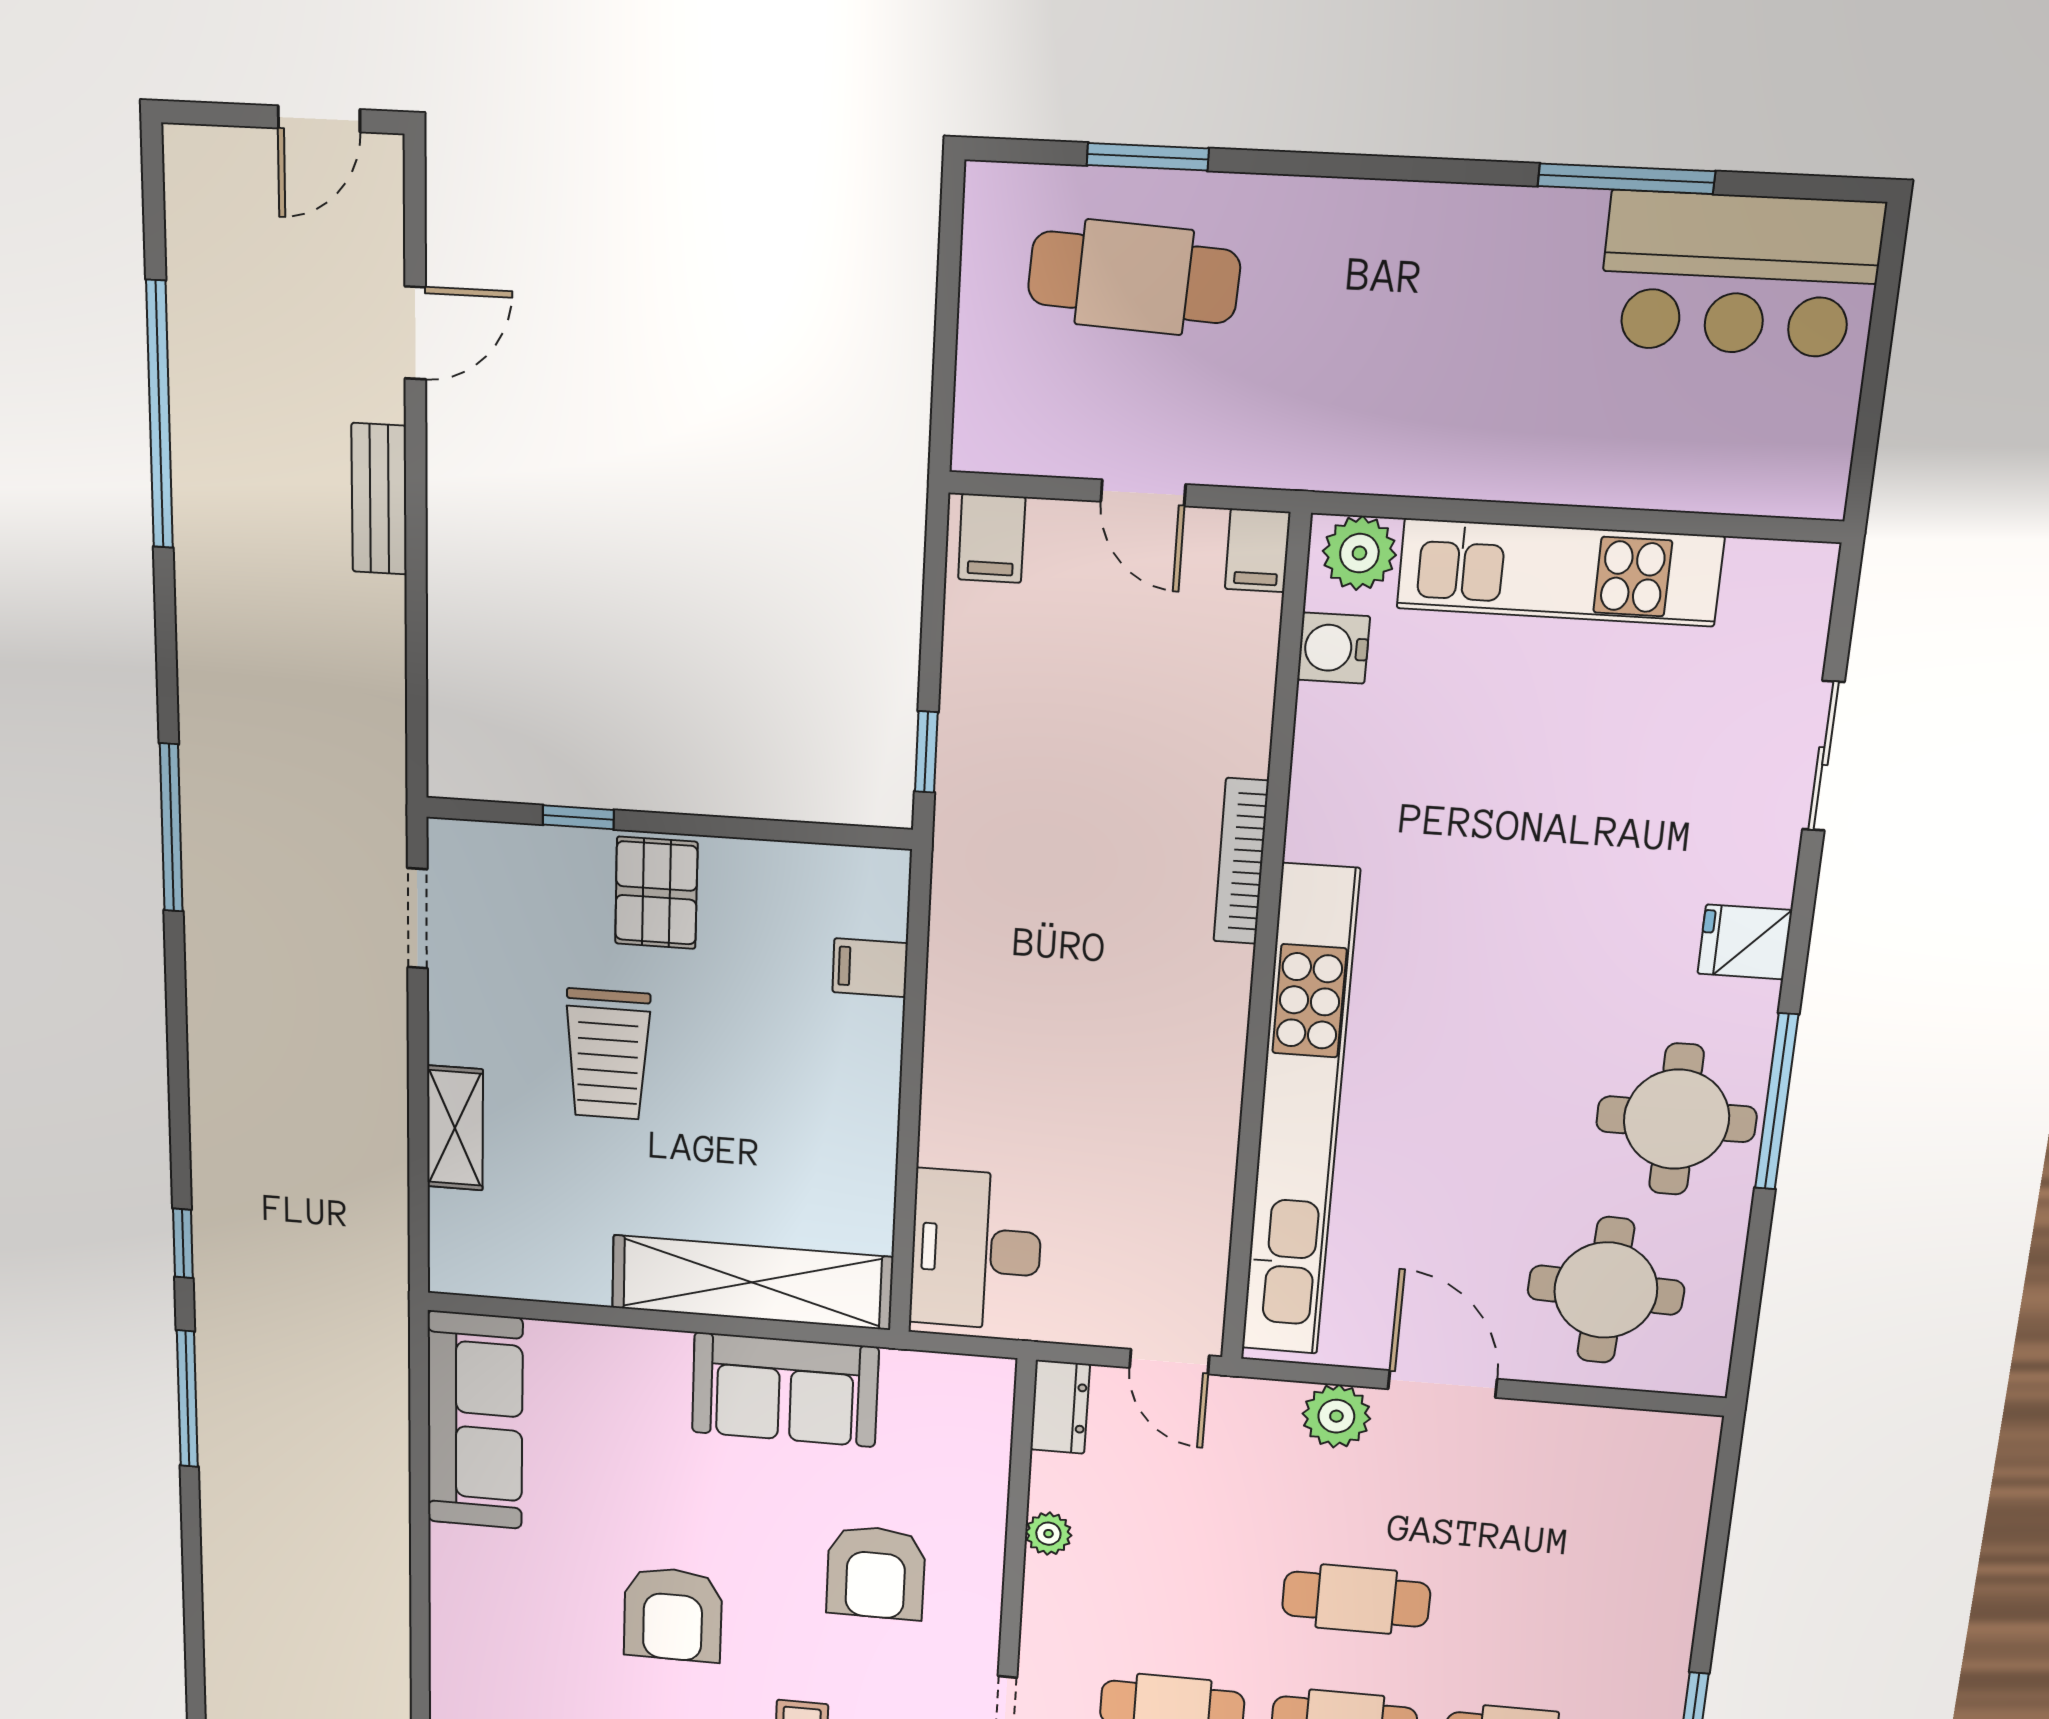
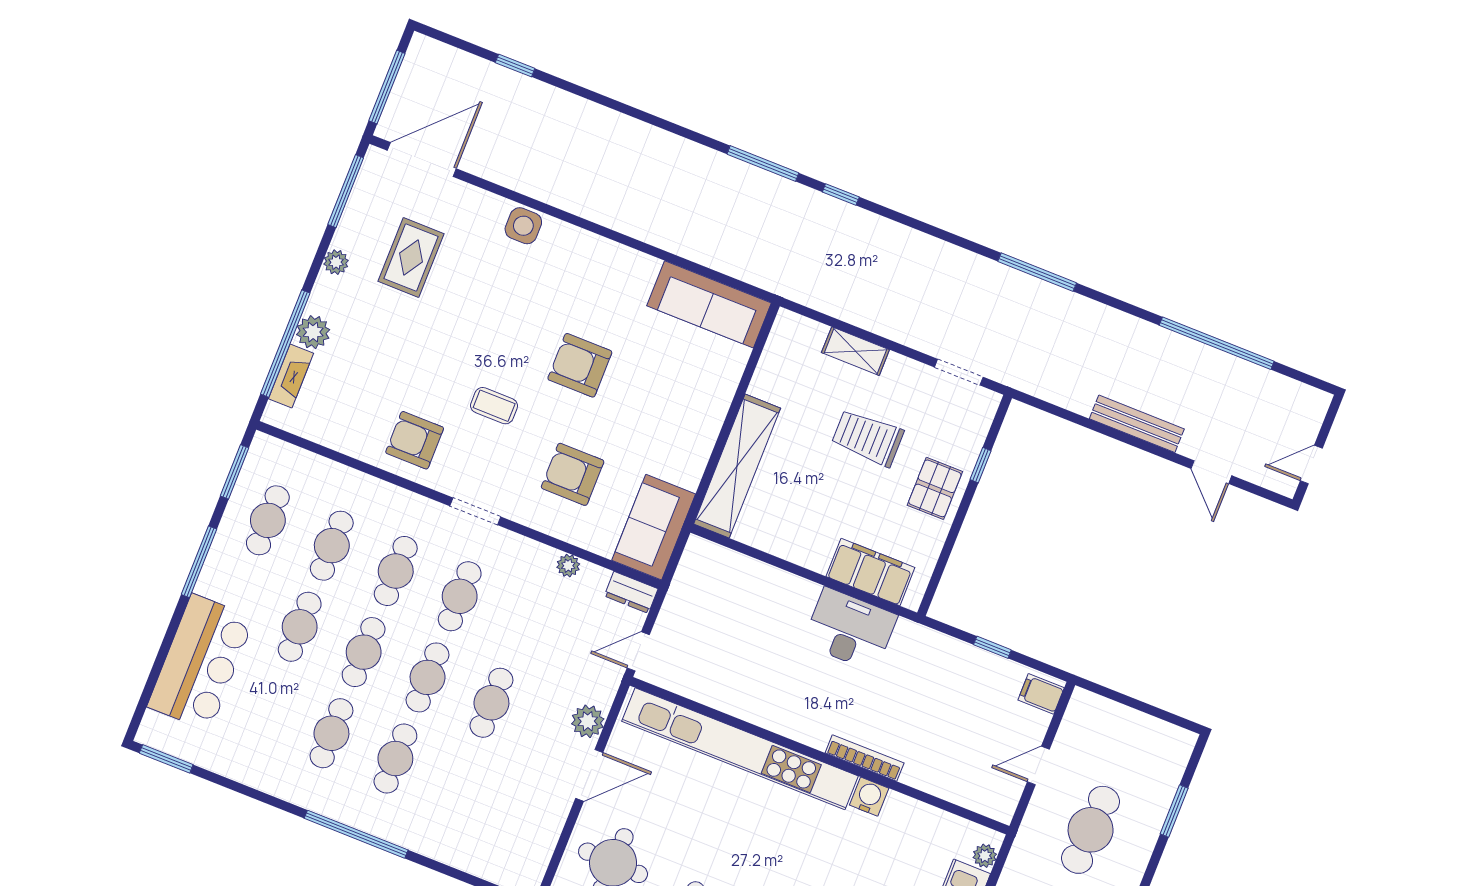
door: (319, 119) -> (1311, 464), hinge flipped
cafe table: (1134, 277) -> (1091, 830), moved
bench: (379, 499) -> (1137, 424), width x1.36
filing cabinet: (1258, 550) -> (998, 807), removed
plant: (1359, 553) -> (985, 856), width x0.73, depth x0.73
water cooler: (1334, 648) -> (869, 797), moved
window: (926, 752) -> (992, 647), moved
pallet: (656, 893) -> (935, 488), turned 90
filing cabinet: (870, 968) -> (870, 572), width x3.00, depth x1.17
desk: (976, 1250) -> (850, 630), moved
sofa: (785, 1390) -> (654, 527), moved

